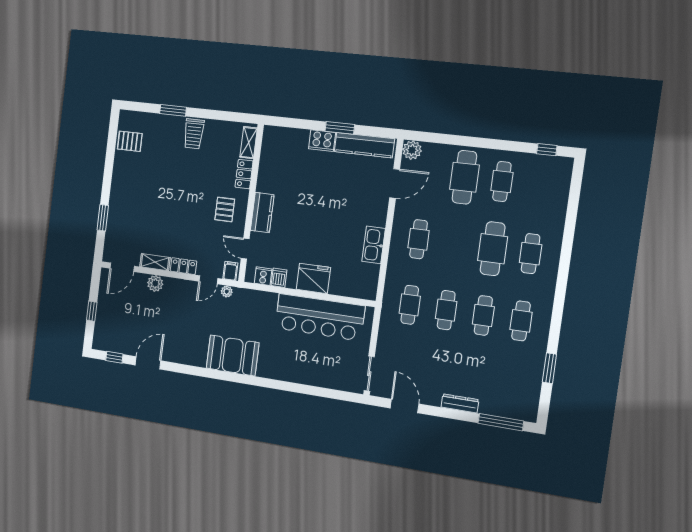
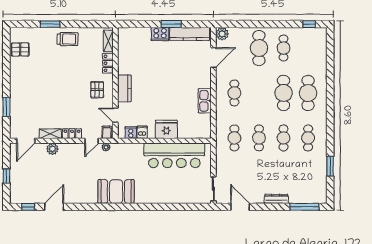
trolley: (194, 134) -> (68, 39), turned -90
cafe table: (531, 254) -> (308, 93), width x1.37, depth x1.35

